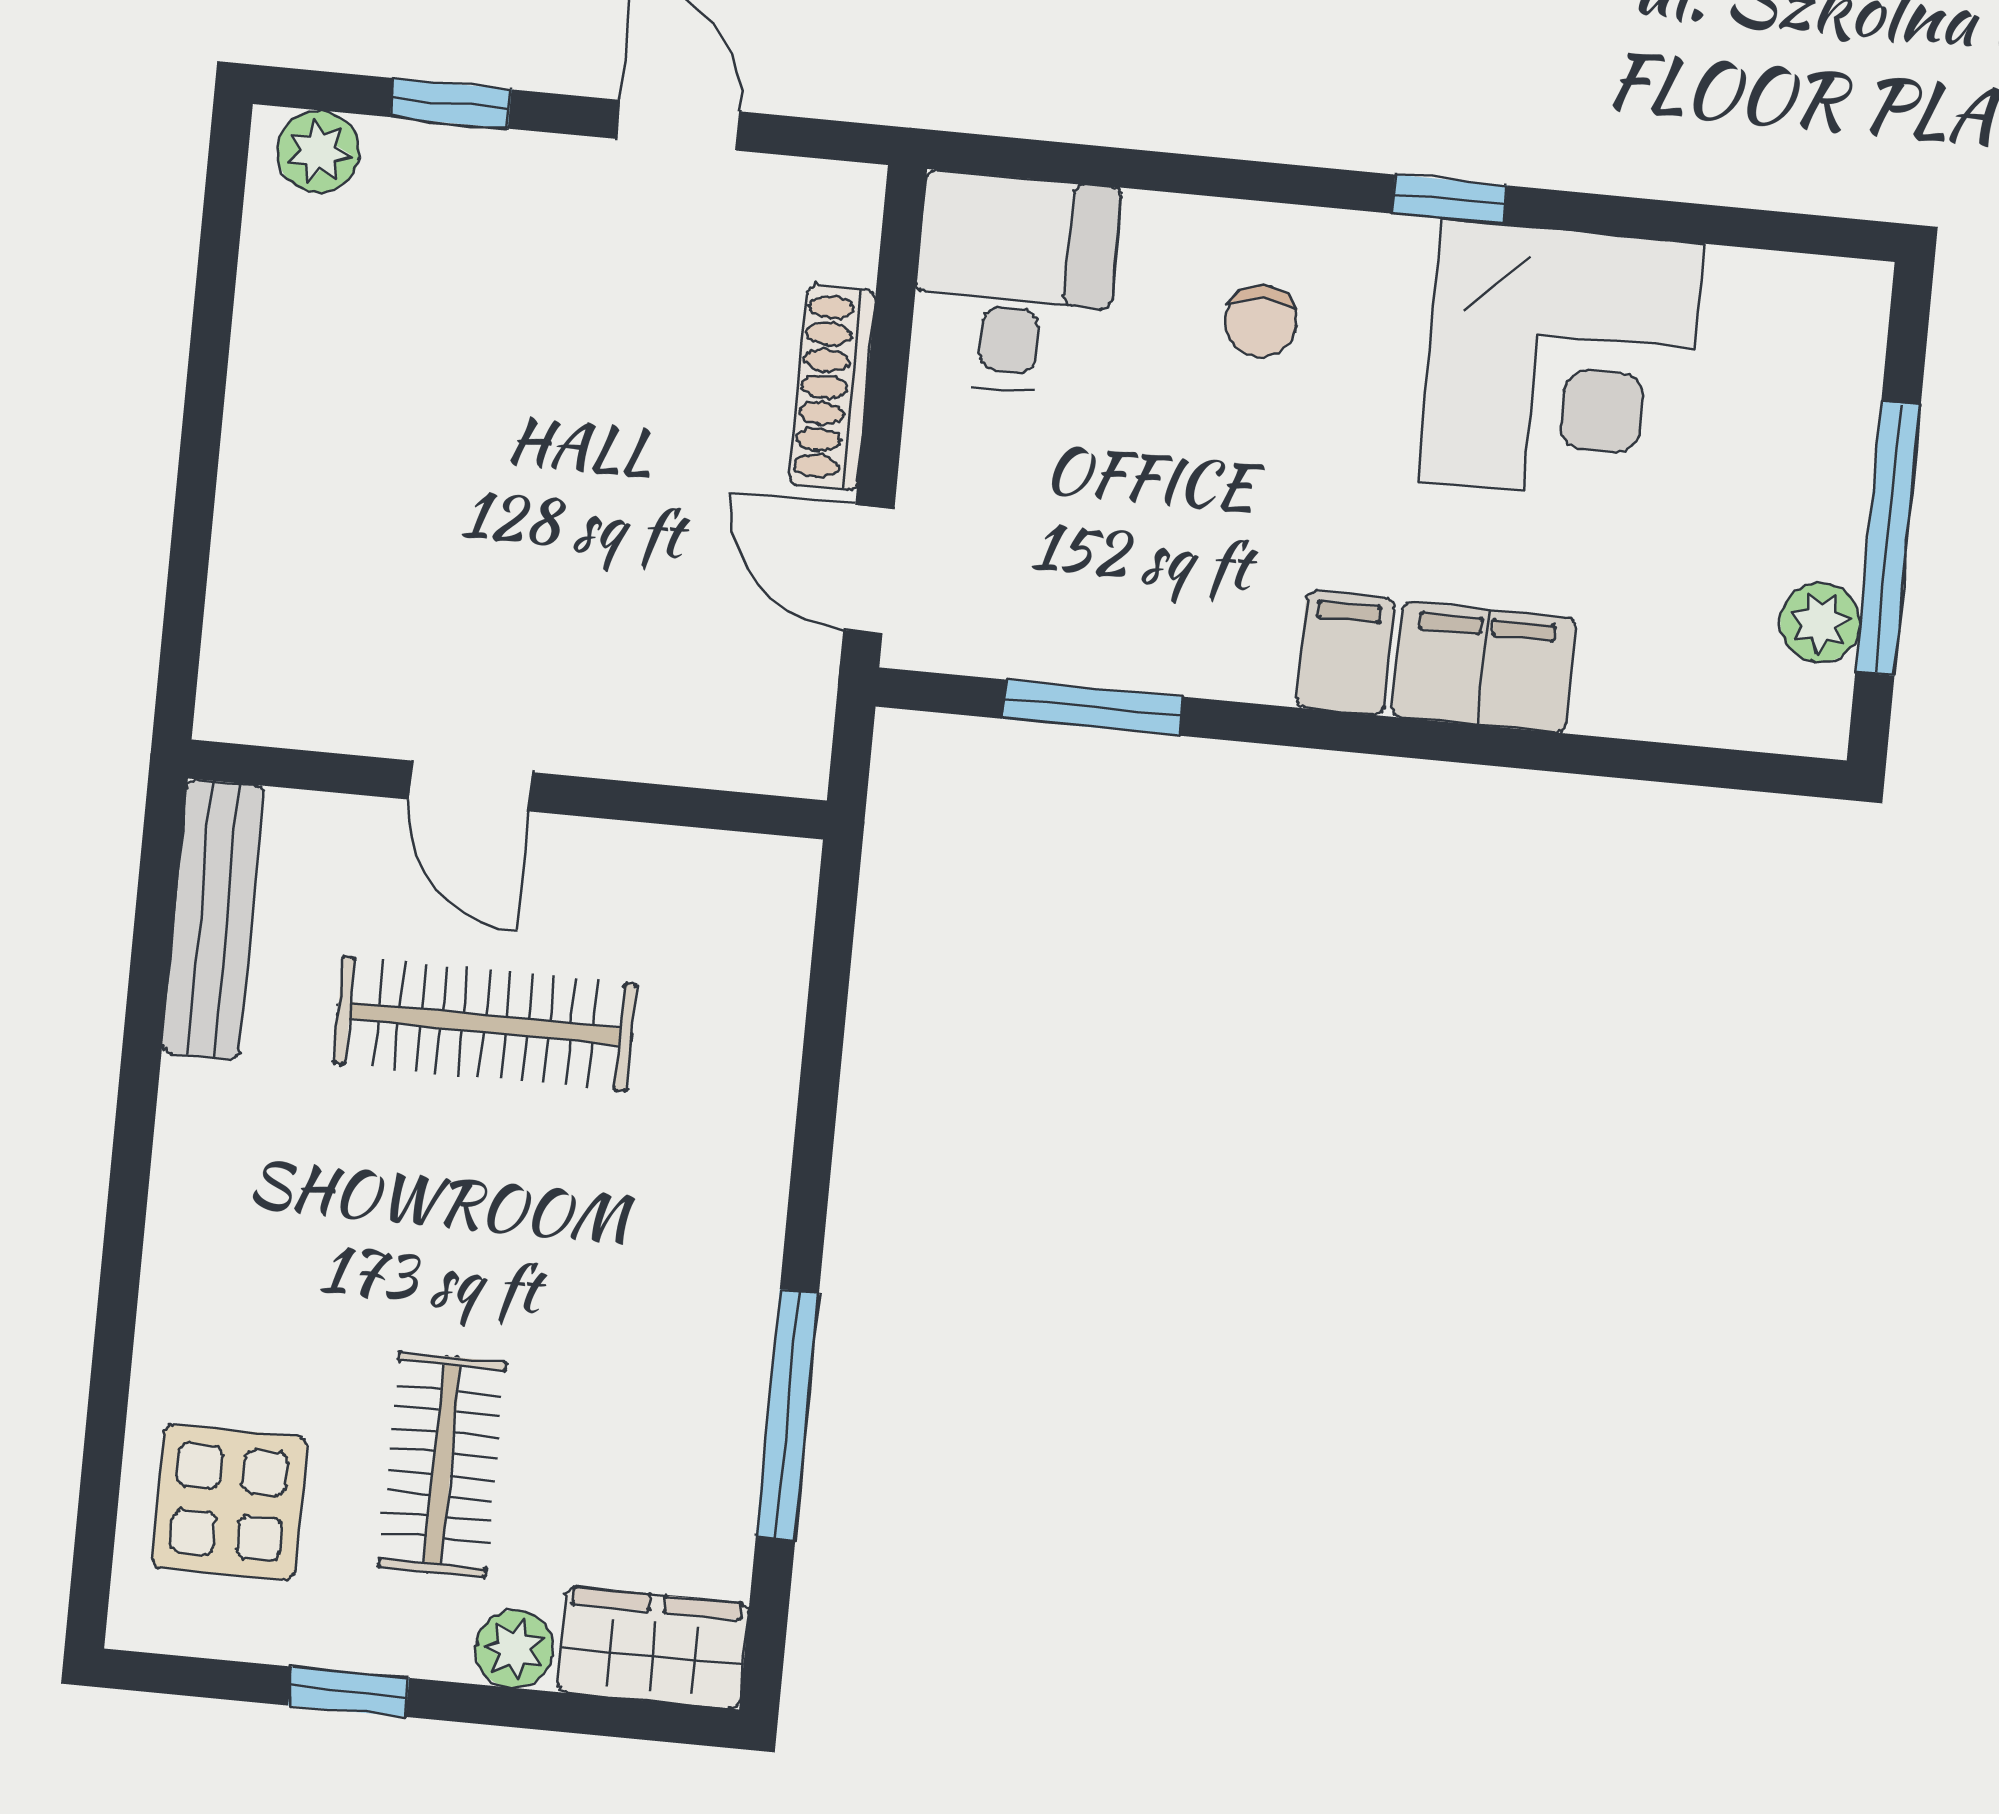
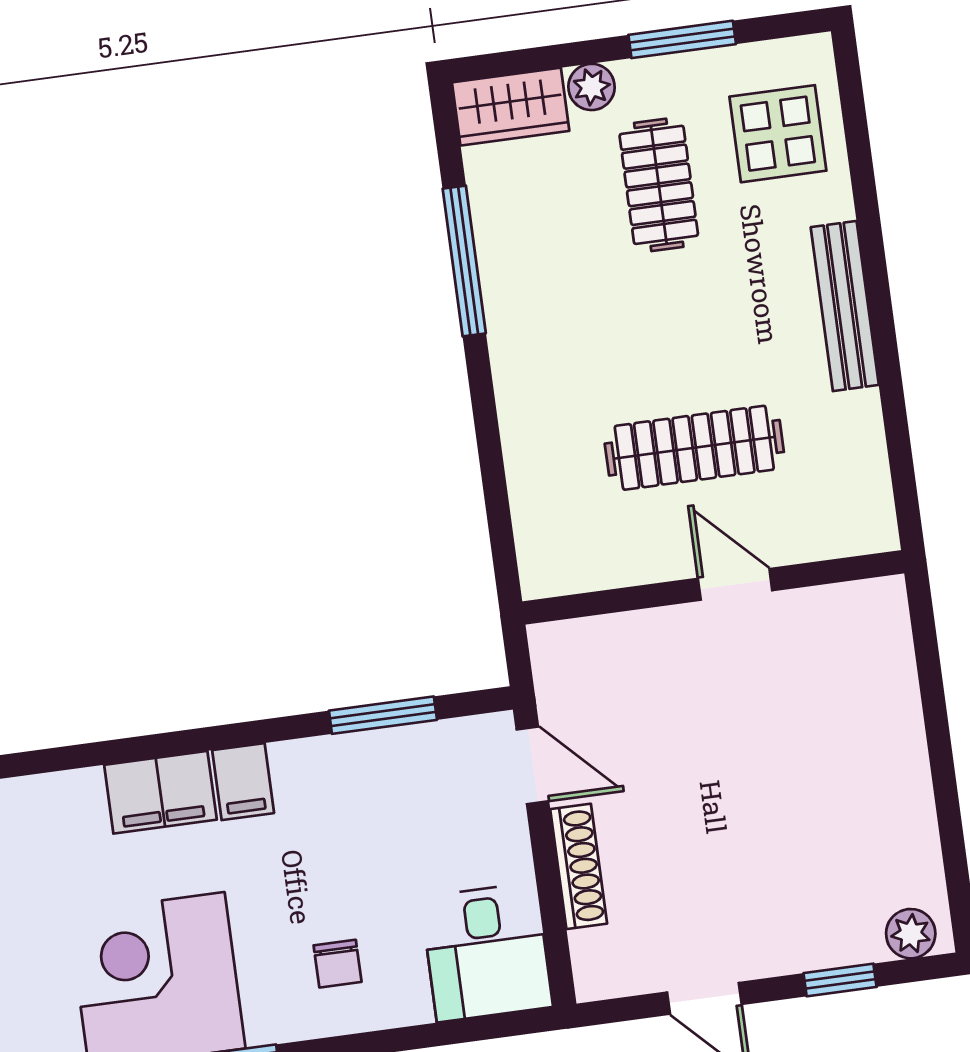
chair: (1261, 321) -> (338, 964), turned 180
bench: (213, 920) -> (845, 306), moved
window: (349, 1692) -> (682, 39), width x1.50

